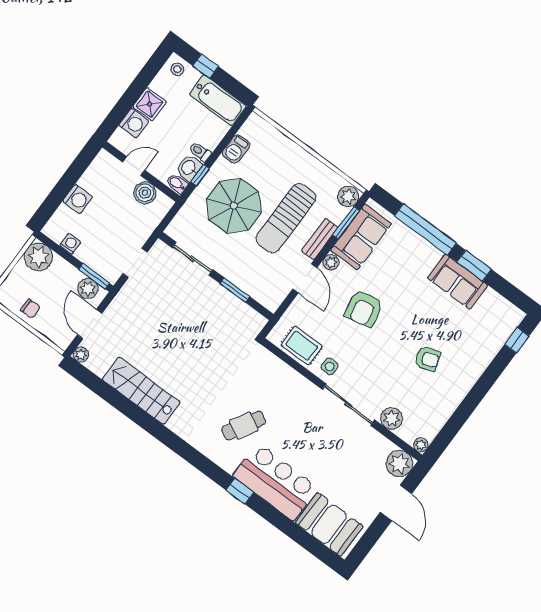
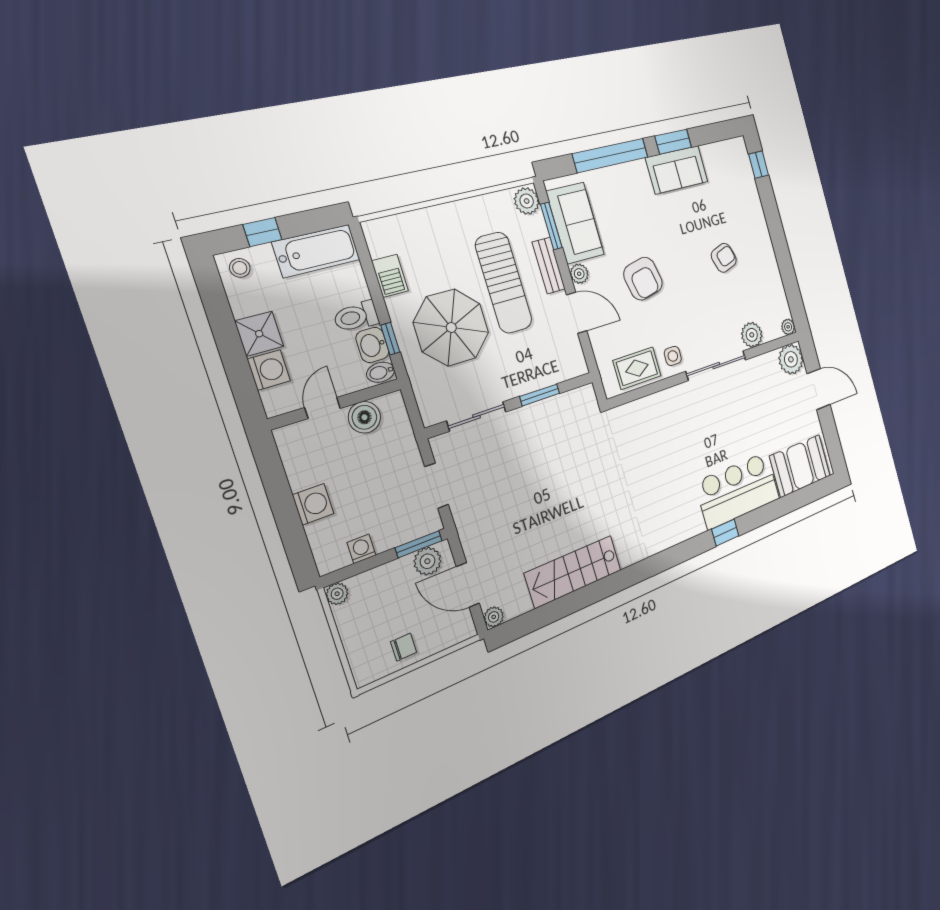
toilet: (200, 152) -> (356, 317), width x1.37, depth x1.39
plant: (38, 257) -> (337, 594), width x0.53, depth x0.53
cafe table: (244, 426) -> (672, 485), removed

